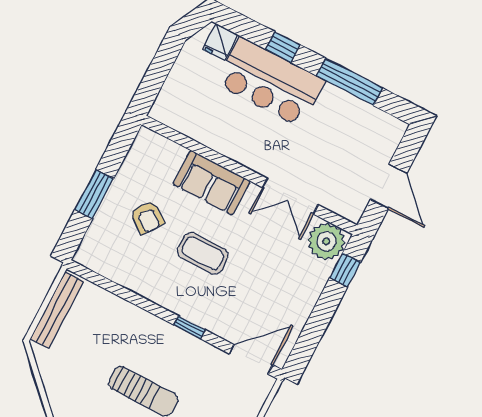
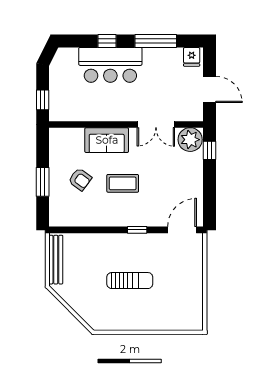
fridge: (220, 42) -> (192, 57), moved
window: (153, 82) -> (43, 100), added

